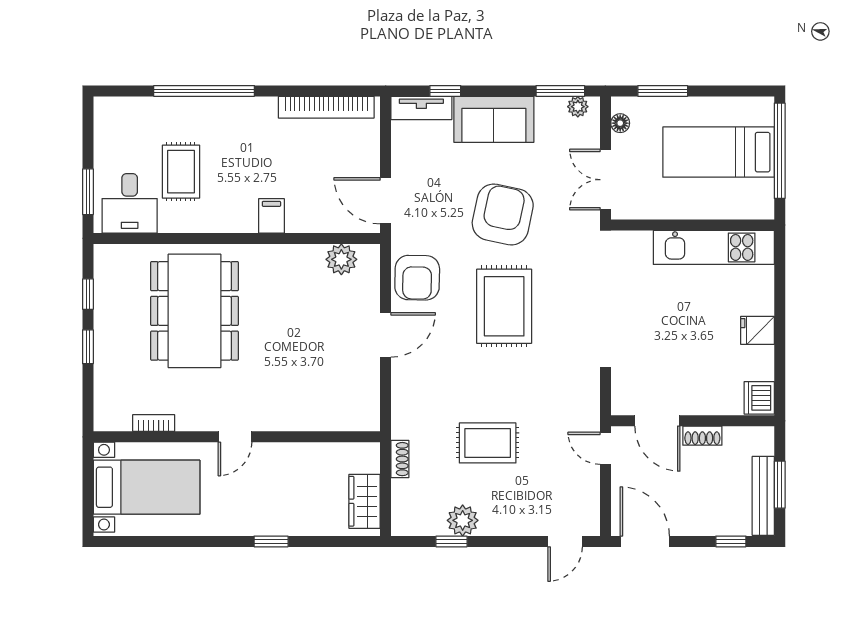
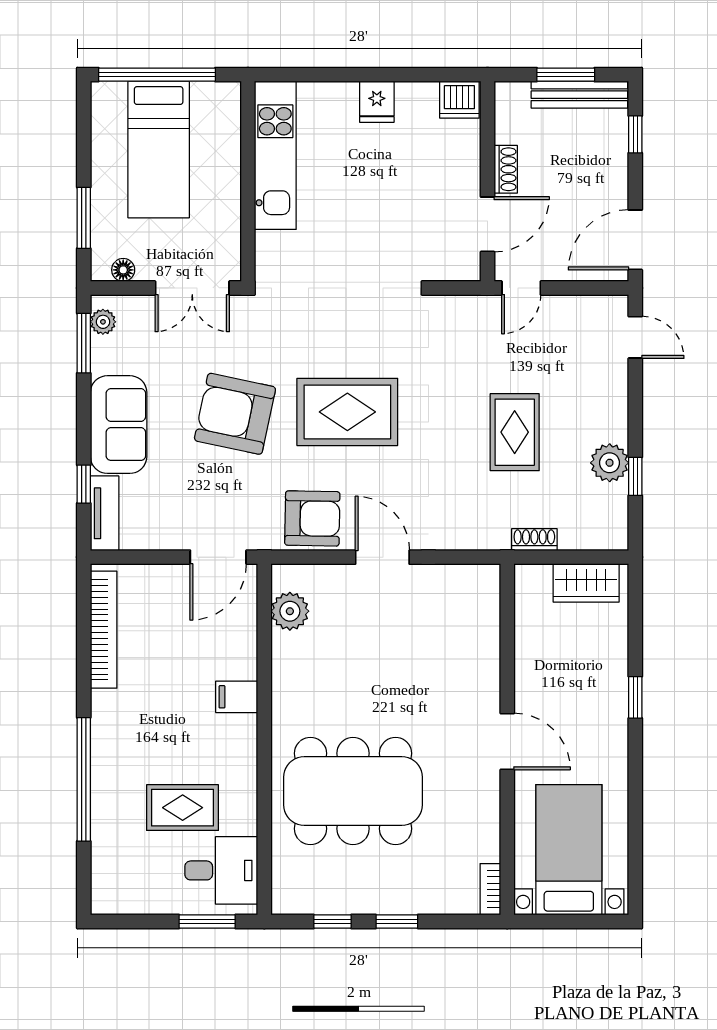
bookcase: (154, 423) -> (490, 889), moved
door: (235, 437) -> (507, 742), width x1.38

